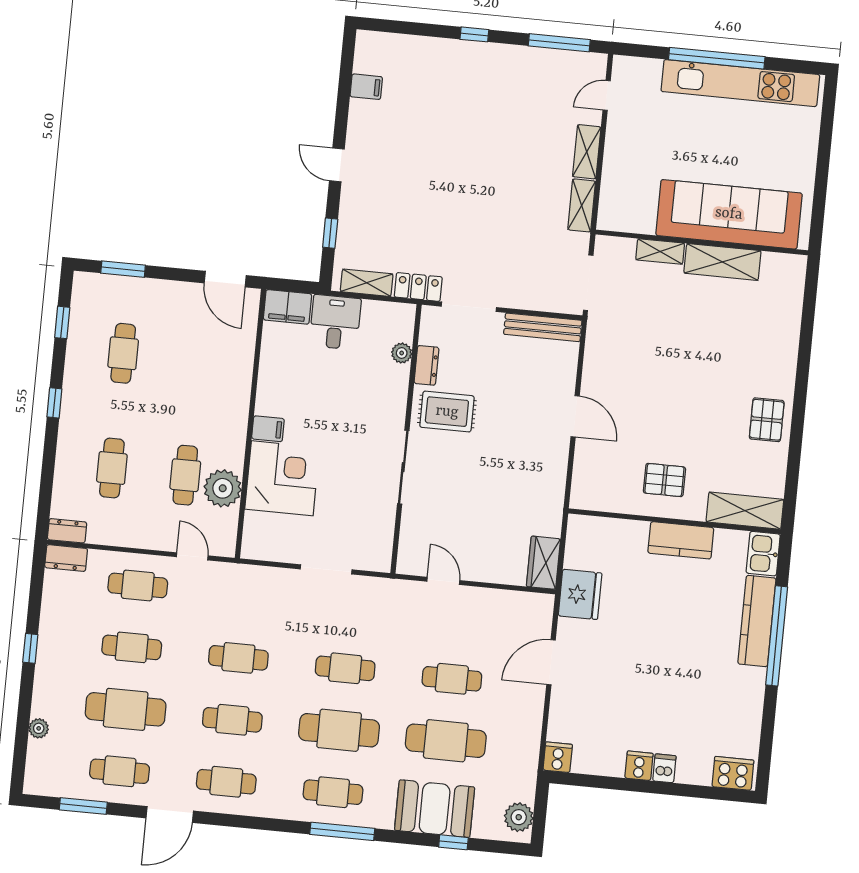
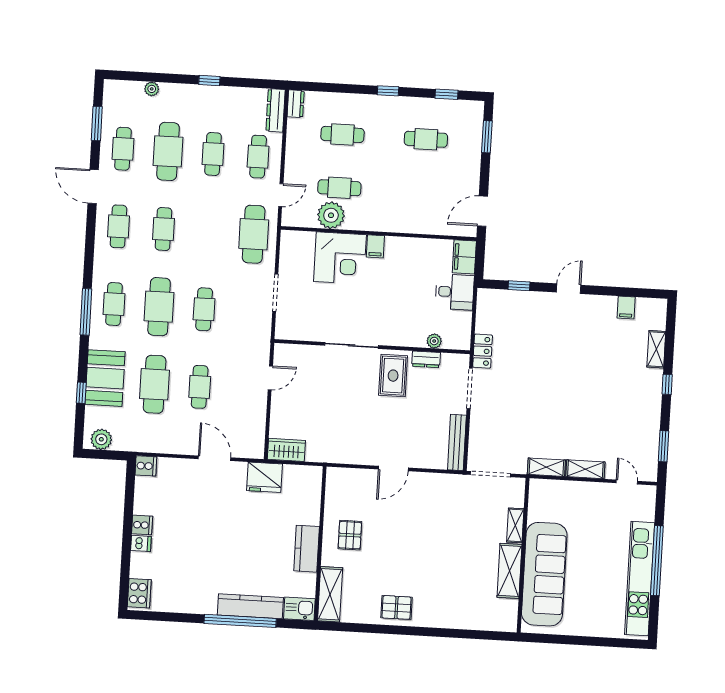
window: (559, 43) -> (664, 446), width x0.69
shelving: (367, 283) -> (656, 349), moved
dresser: (66, 558) -> (276, 110), width x1.44
cafe table: (238, 658) -> (254, 234), moved, width x1.37, depth x1.35

